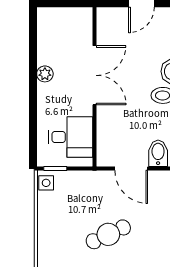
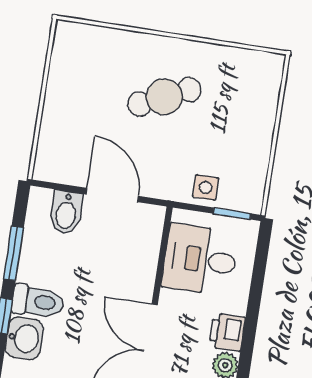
printer: (47, 95) -> (227, 332), added
side table: (46, 183) -> (206, 187), moved

